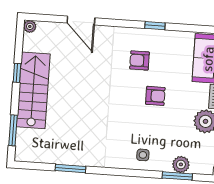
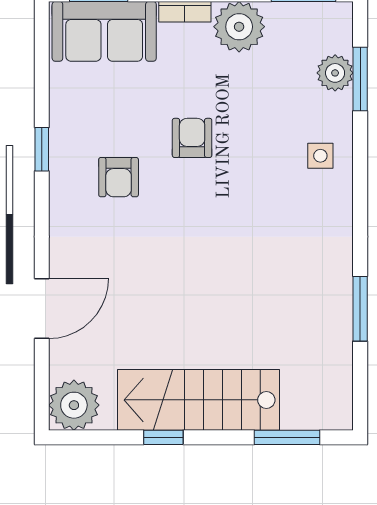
plant: (30, 26) -> (74, 405), width x1.88, depth x1.88

